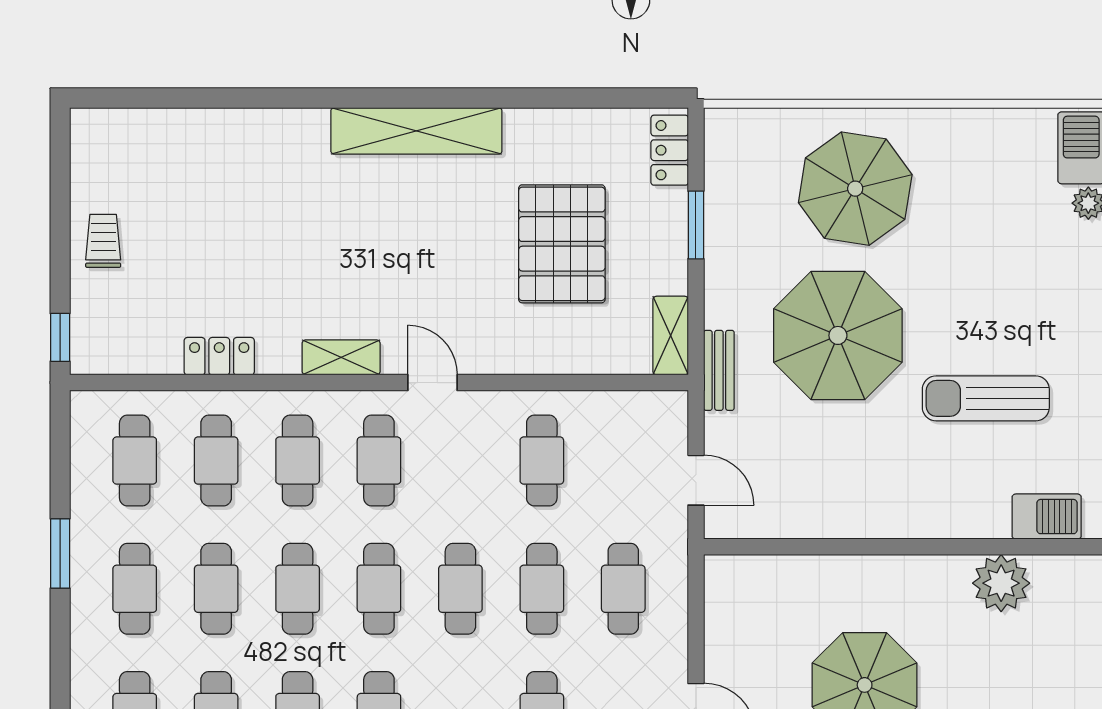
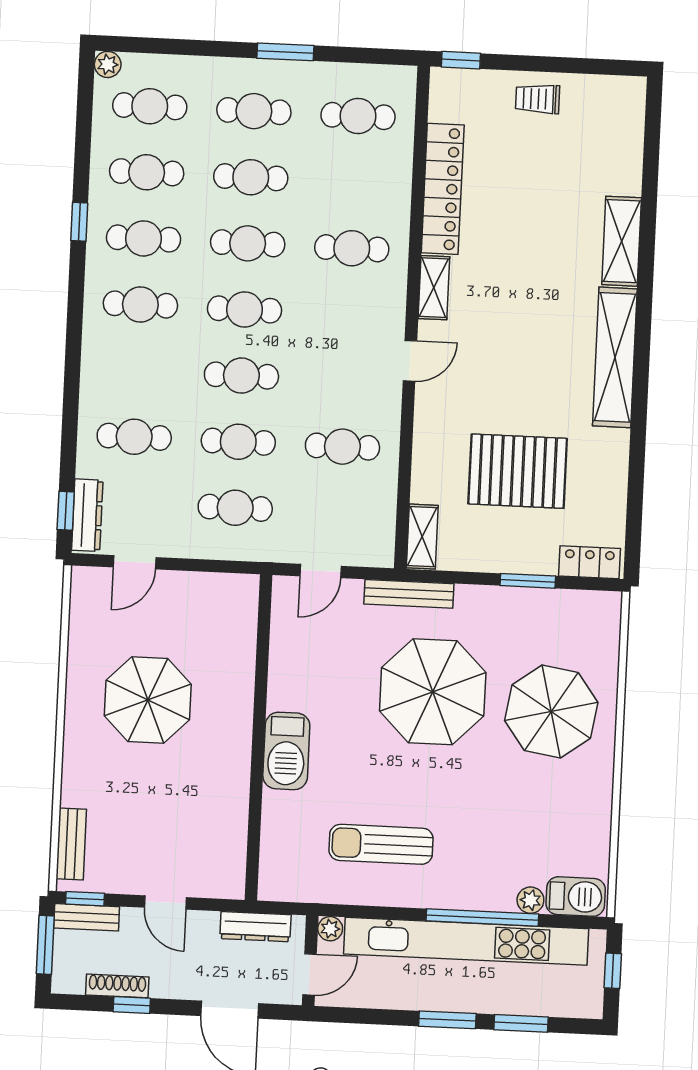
shelving: (273, 129) -> (622, 241), added
trolley: (103, 241) -> (538, 99), turned 180
shelving: (671, 336) -> (422, 537), moved, turned 90
locker: (219, 356) -> (443, 189), width x2.16, depth x1.21
bench: (719, 370) -> (409, 594), width x1.36
sun lounger: (986, 398) -> (381, 844), moved, turned -90
cafe table: (216, 461) -> (355, 182), removed
cafe table: (379, 461) -> (349, 314), removed
barbecue: (1047, 517) -> (286, 751), moved, width x1.37, depth x1.21
plant: (1001, 583) -> (225, 815), removed

